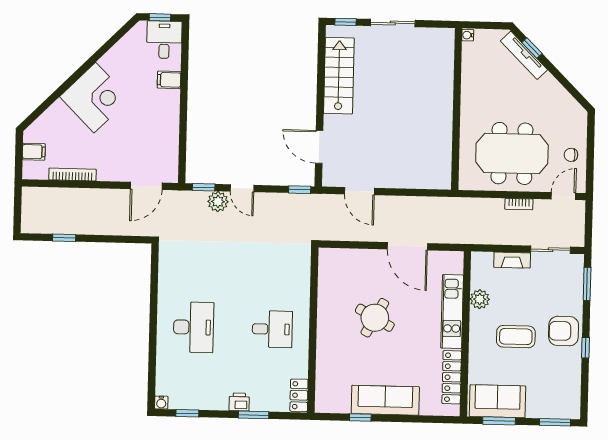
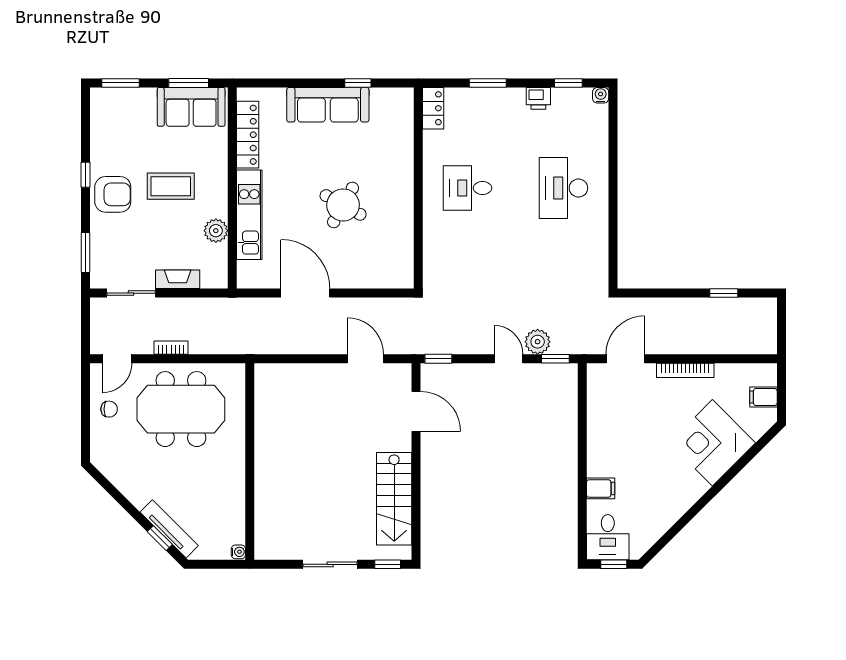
corner desk: (95, 98) -> (712, 443), moved
bookcase: (72, 174) -> (685, 370), moved
printer: (239, 402) -> (538, 98), moved

